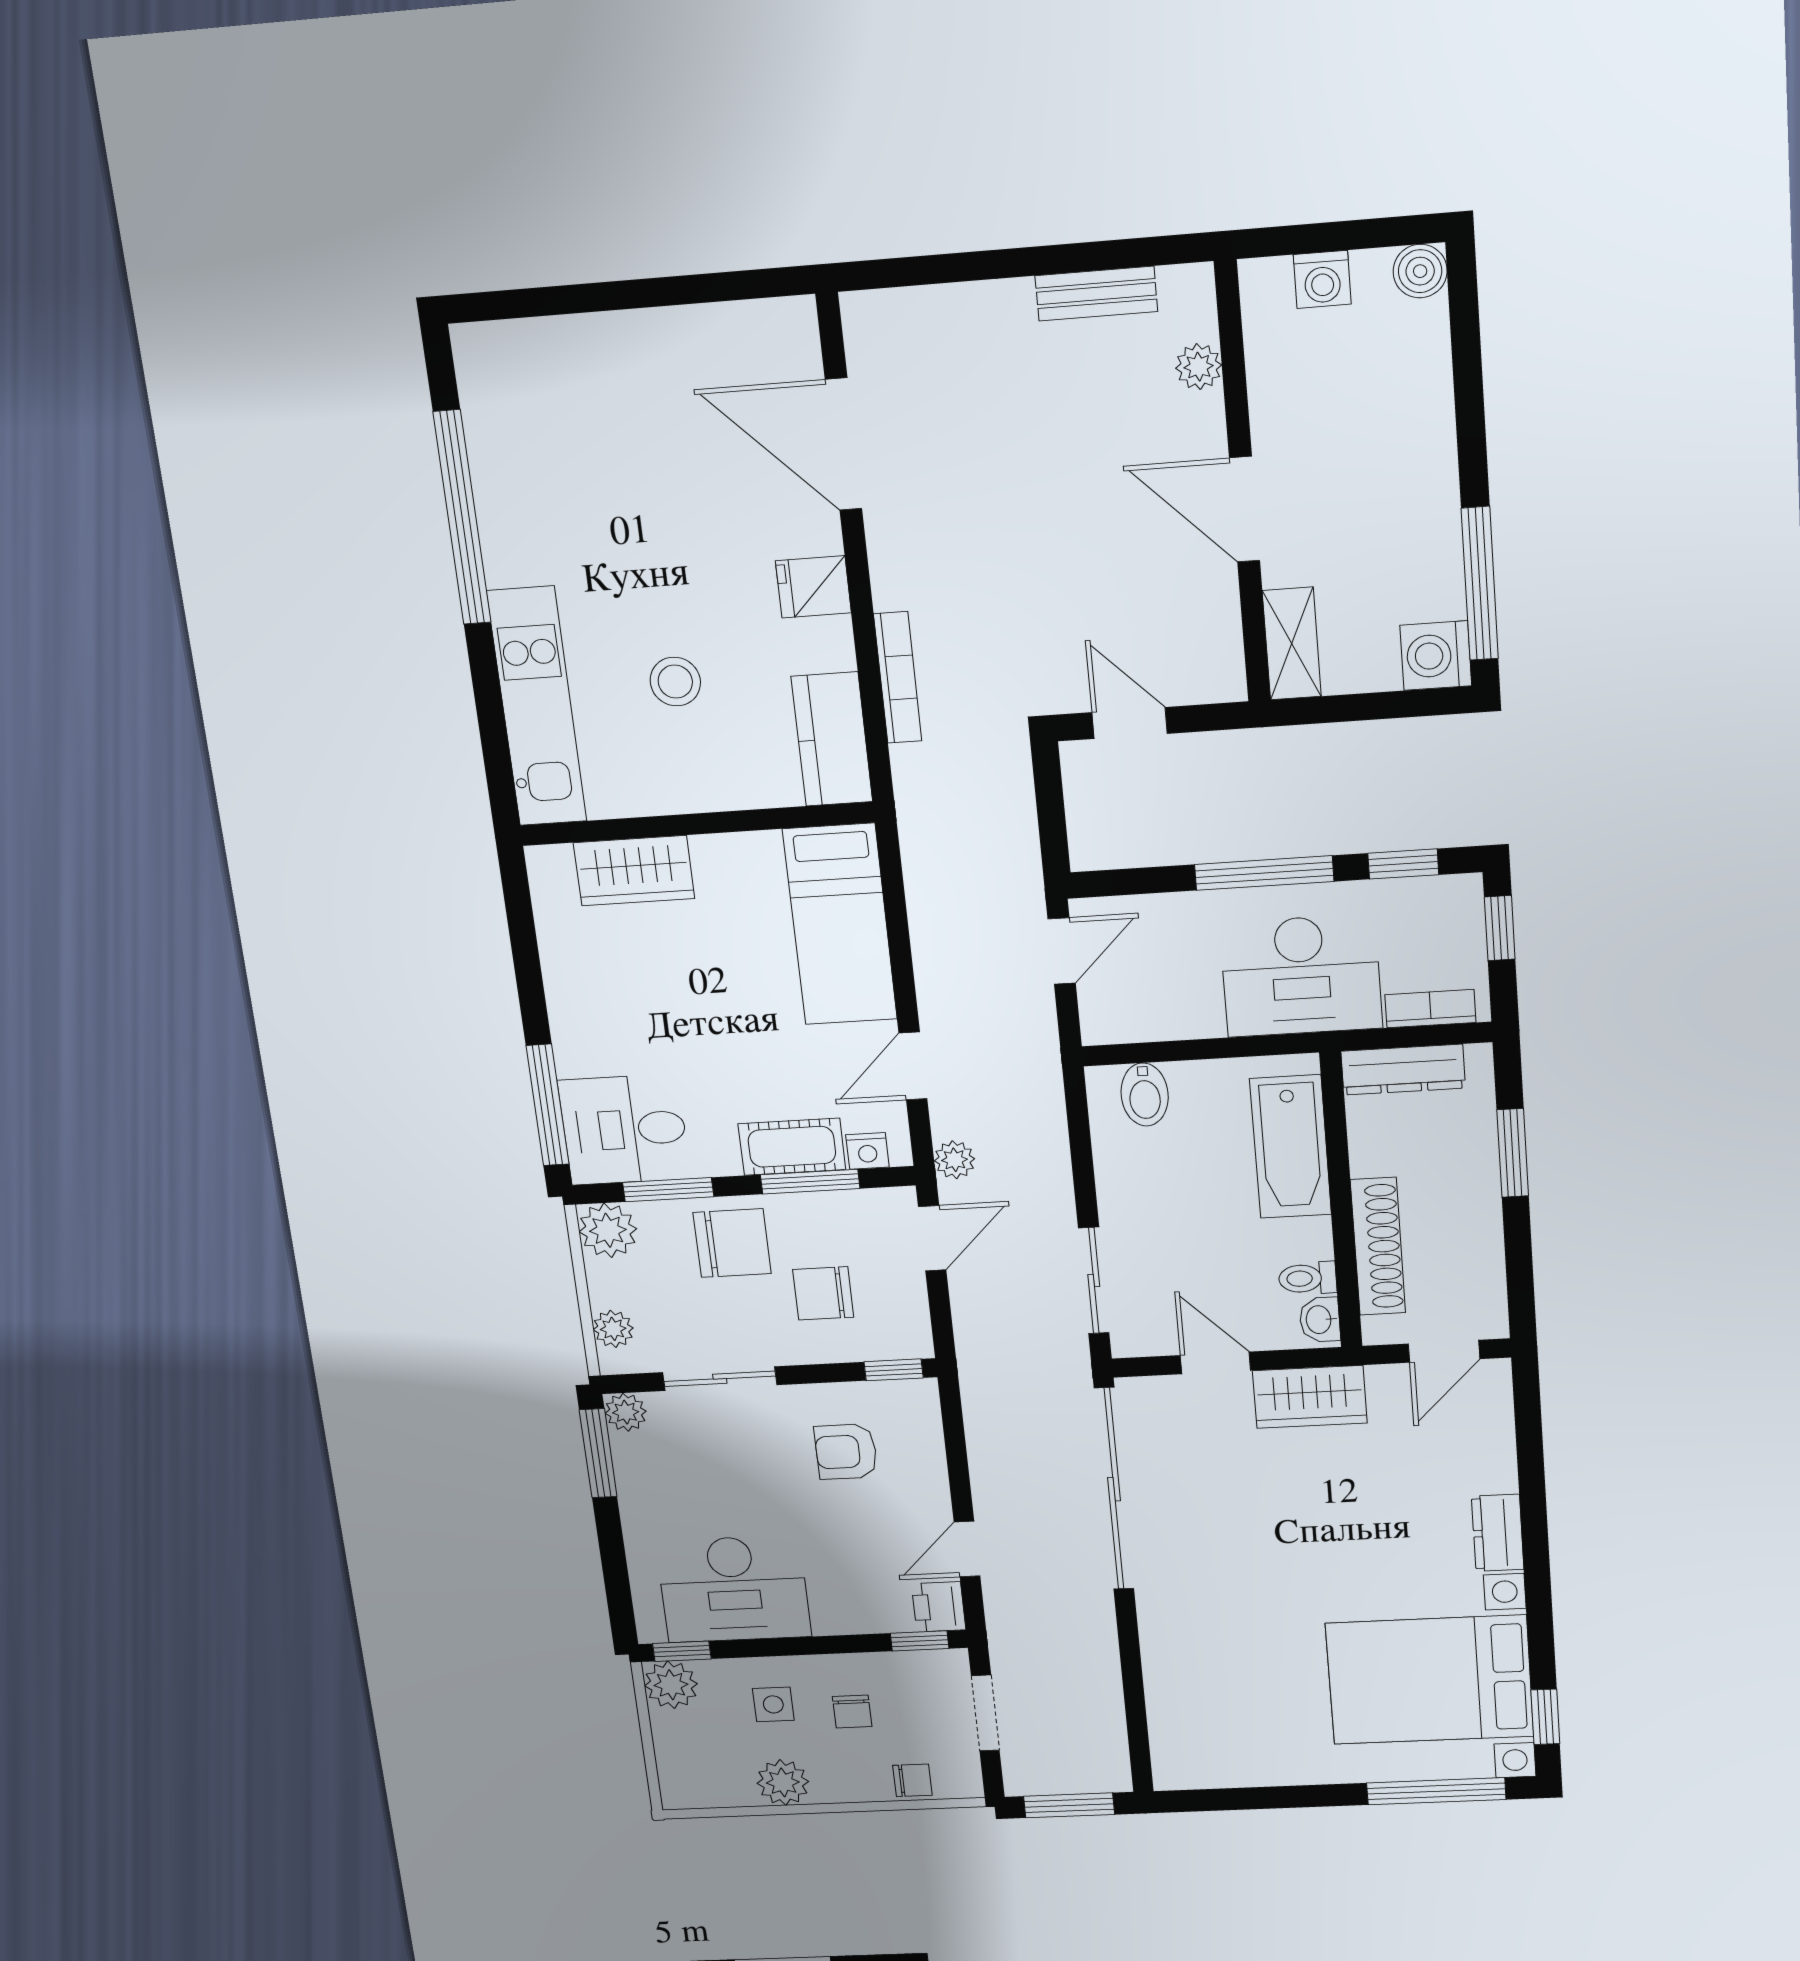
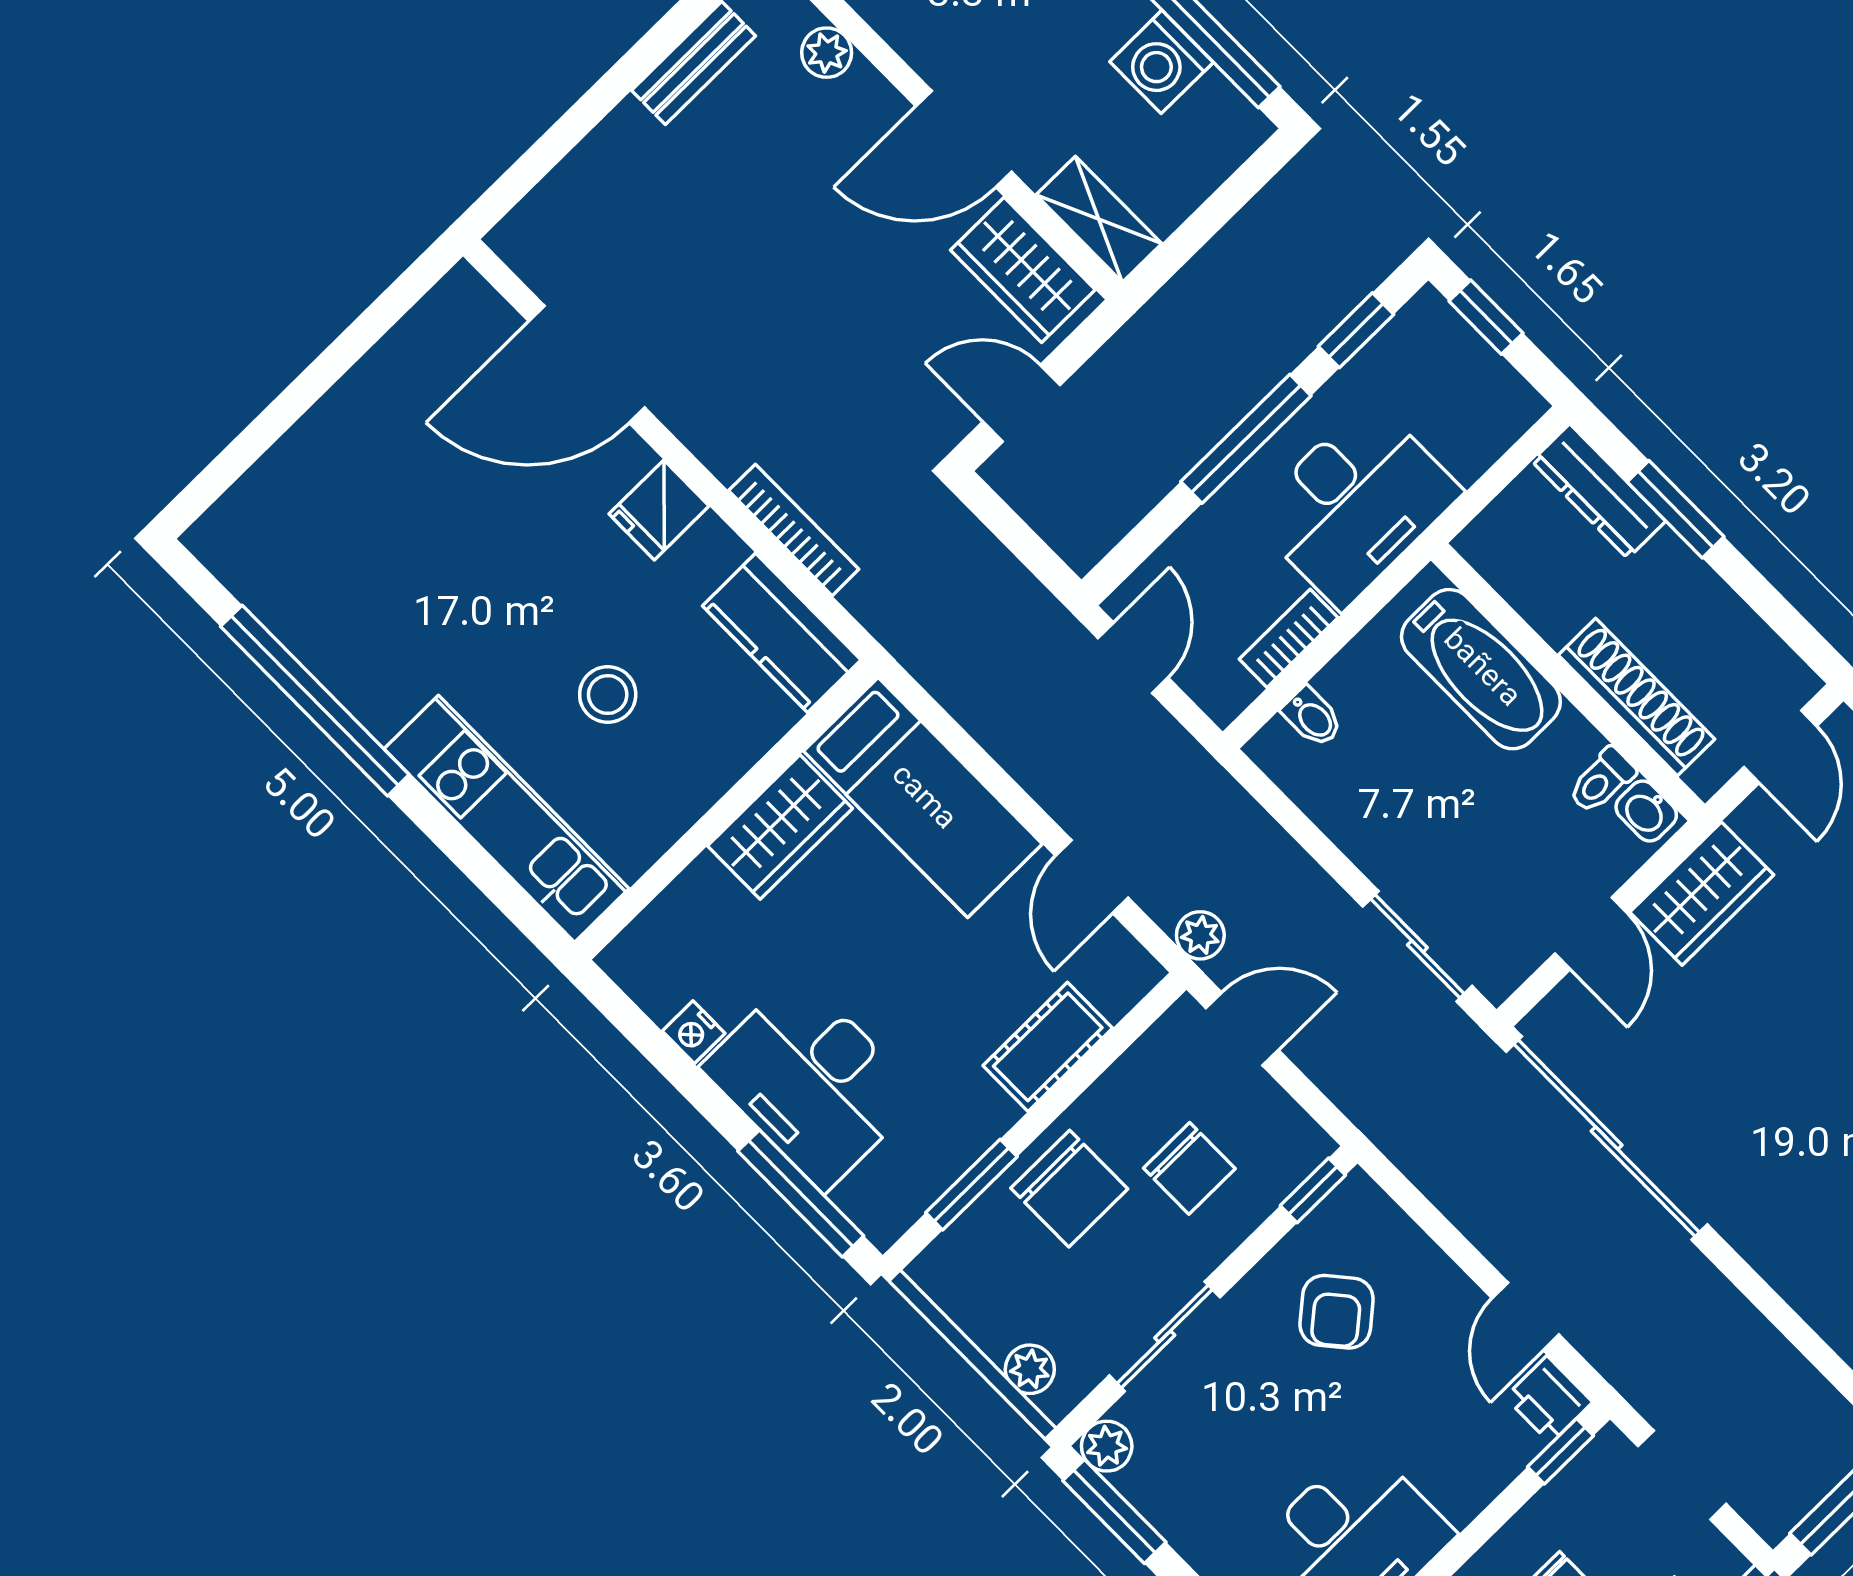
wardrobe: (1208, 634) -> (1023, 270), added
washing machine: (1436, 656) -> (1162, 62), moved
wardrobe: (634, 871) -> (780, 827), moved
bookcase: (1430, 1009) -> (1289, 638), moved
dresser: (1403, 1070) -> (1599, 491), moved, turned 90
bidet: (1145, 1095) -> (1312, 717), width x0.72, depth x0.74
desk: (624, 1130) -> (811, 1082), moved, width x1.37
nightstand: (867, 1151) -> (694, 1032), moved, turned 90
window: (810, 1182) -> (1091, 1067), removed
plant: (608, 1230) -> (949, 1273), removed
door: (932, 1238) -> (1242, 1029), hinge flipped
chair: (732, 1243) -> (1069, 1189), turned 90
chair: (823, 1293) -> (1189, 1168), turned -90
door: (1215, 1363) -> (1591, 933), swing flipped
armchair: (846, 1452) -> (1337, 1312), turned -40

